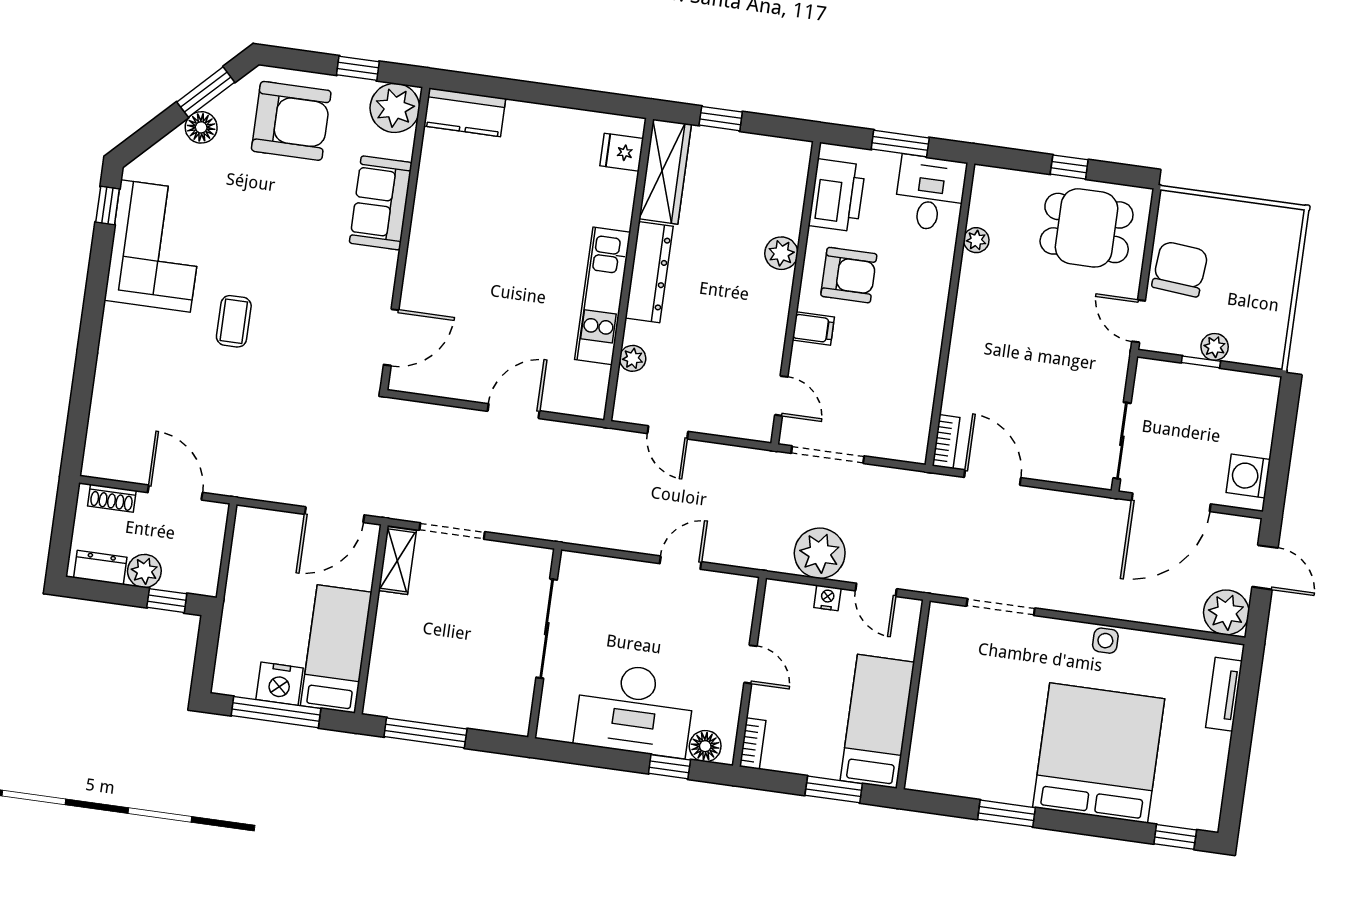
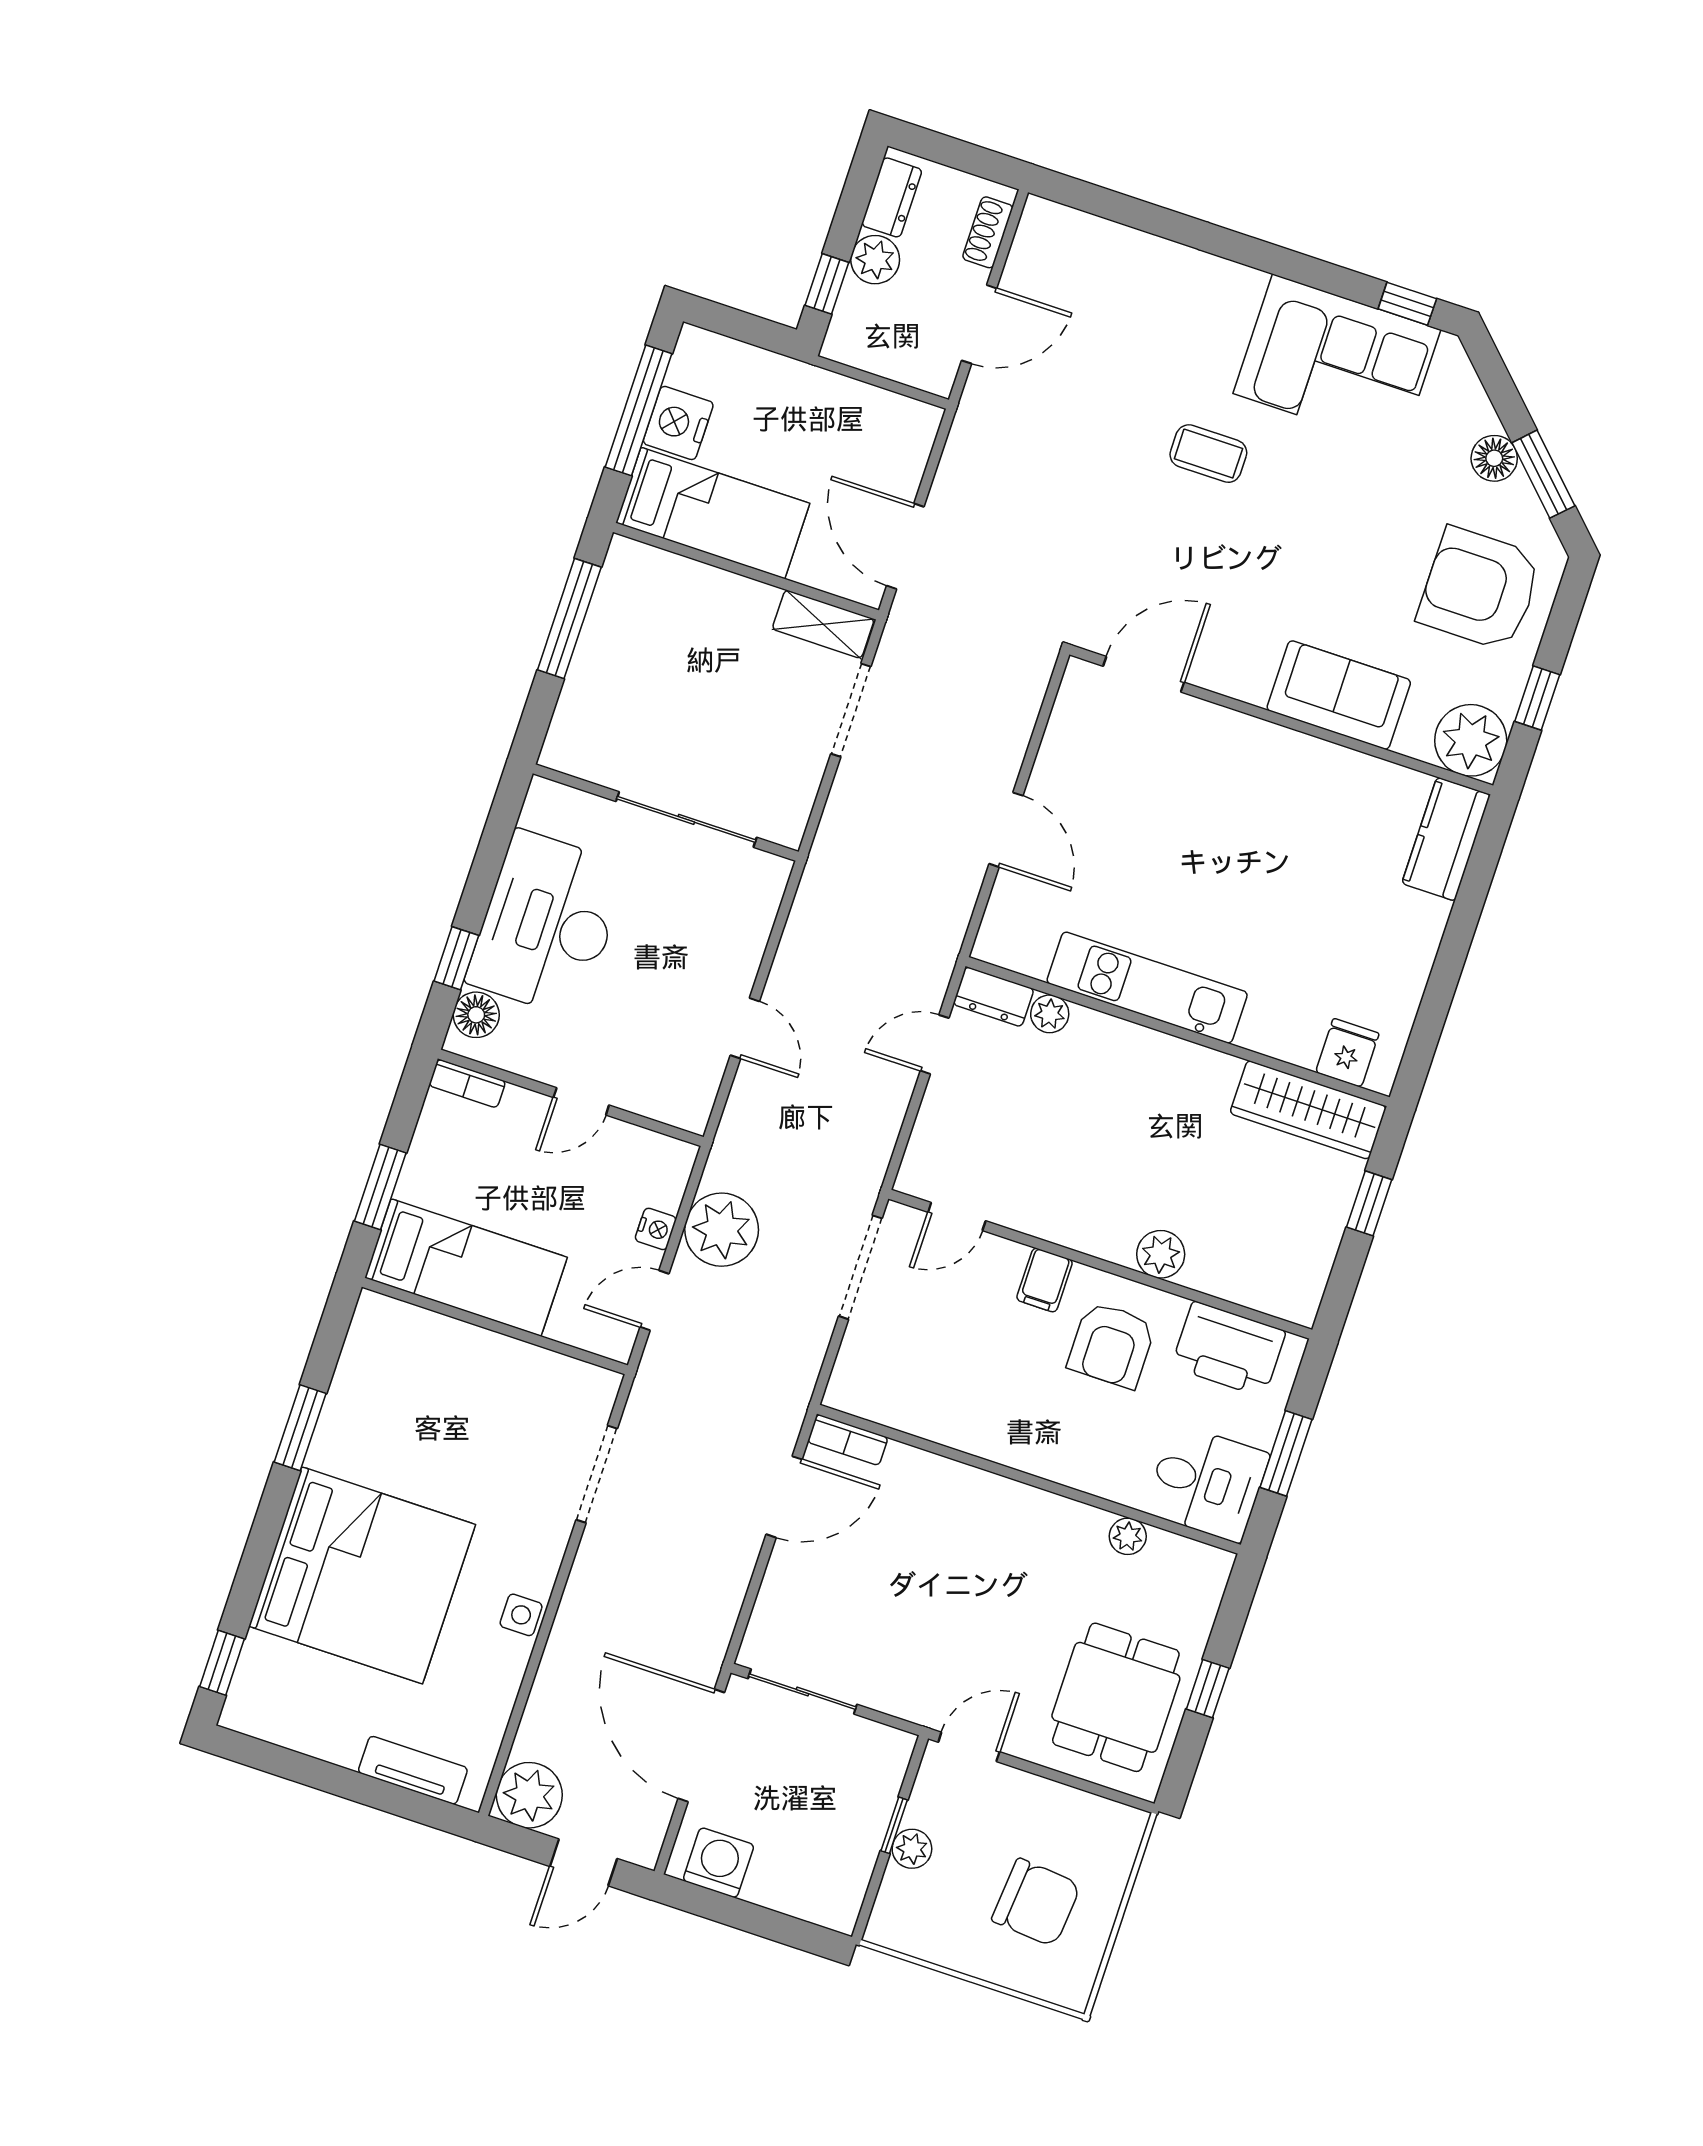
armchair: (291, 121) -> (1480, 589), turned 90
chair: (1180, 269) -> (1036, 1902), moved
dresser: (649, 272) -> (993, 997), moved, width x0.51, depth x0.80
door: (391, 337) -> (1144, 674), swing flipped

